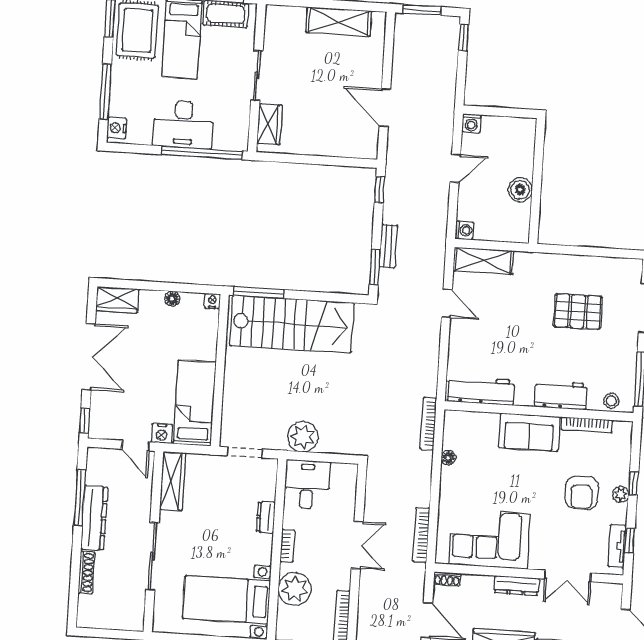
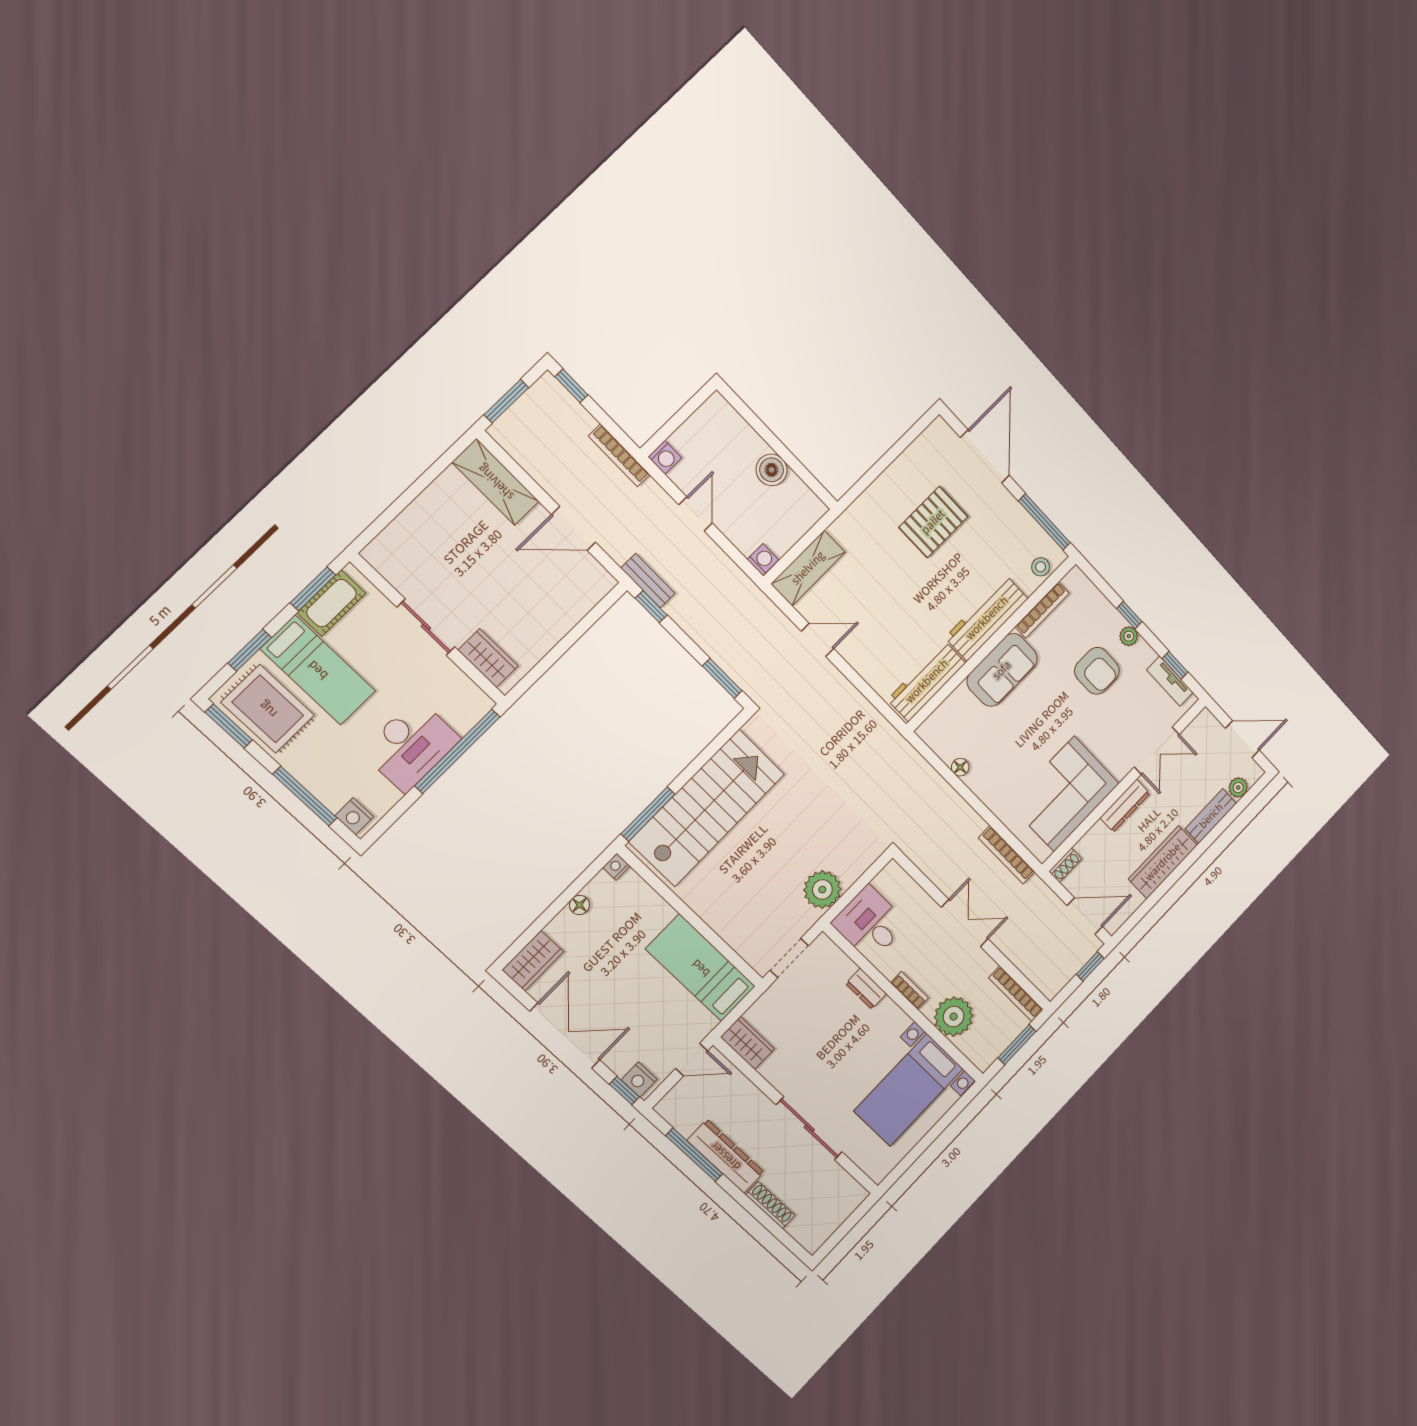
shelving: (339, 22) -> (496, 482), moved, turned 90
bench: (388, 246) -> (648, 581), moved
workbench: (561, 395) -> (987, 618), width x1.37
bookcase: (428, 424) -> (619, 455), moved
nightstand: (162, 434) -> (639, 1080), moved, turned 90
wardrobe: (173, 481) -> (748, 1043), width x0.67

